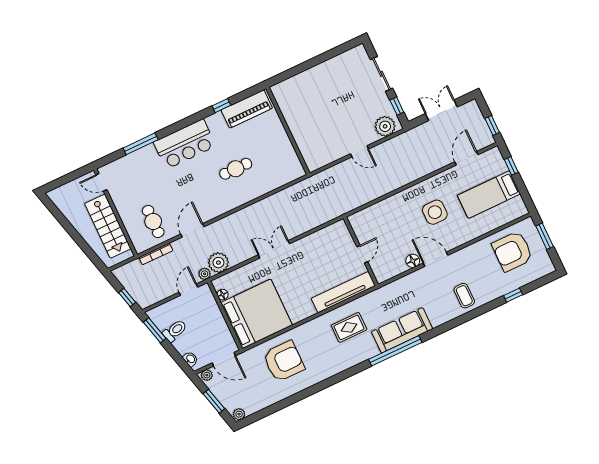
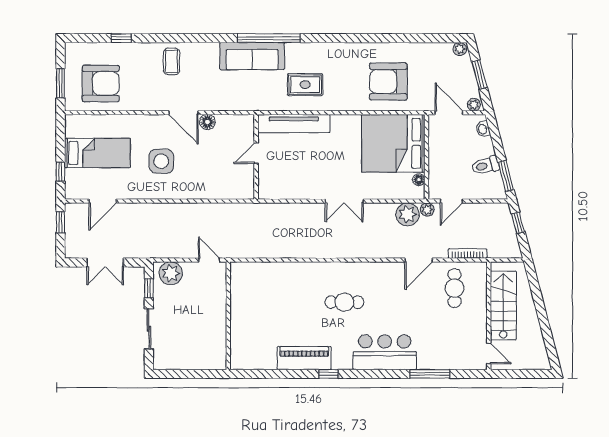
wall: (288, 131) -> (228, 316), moved

